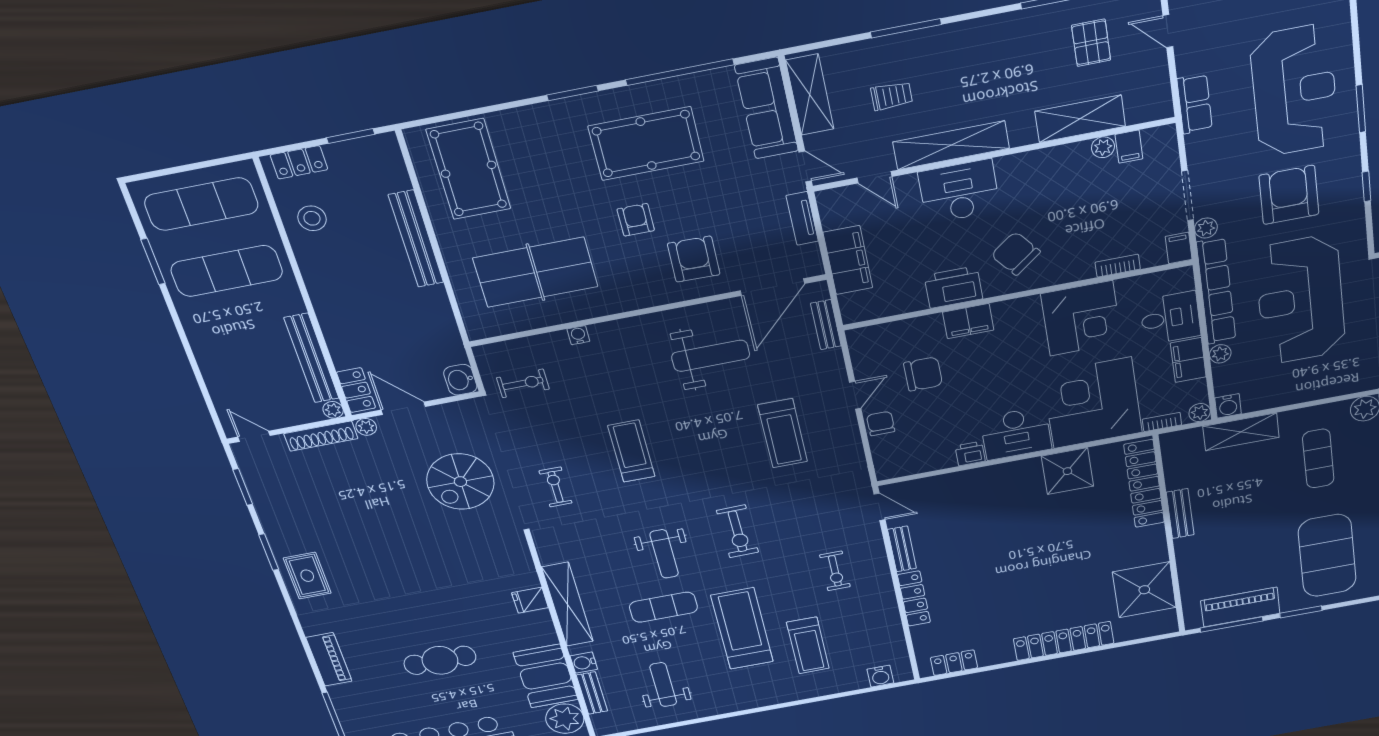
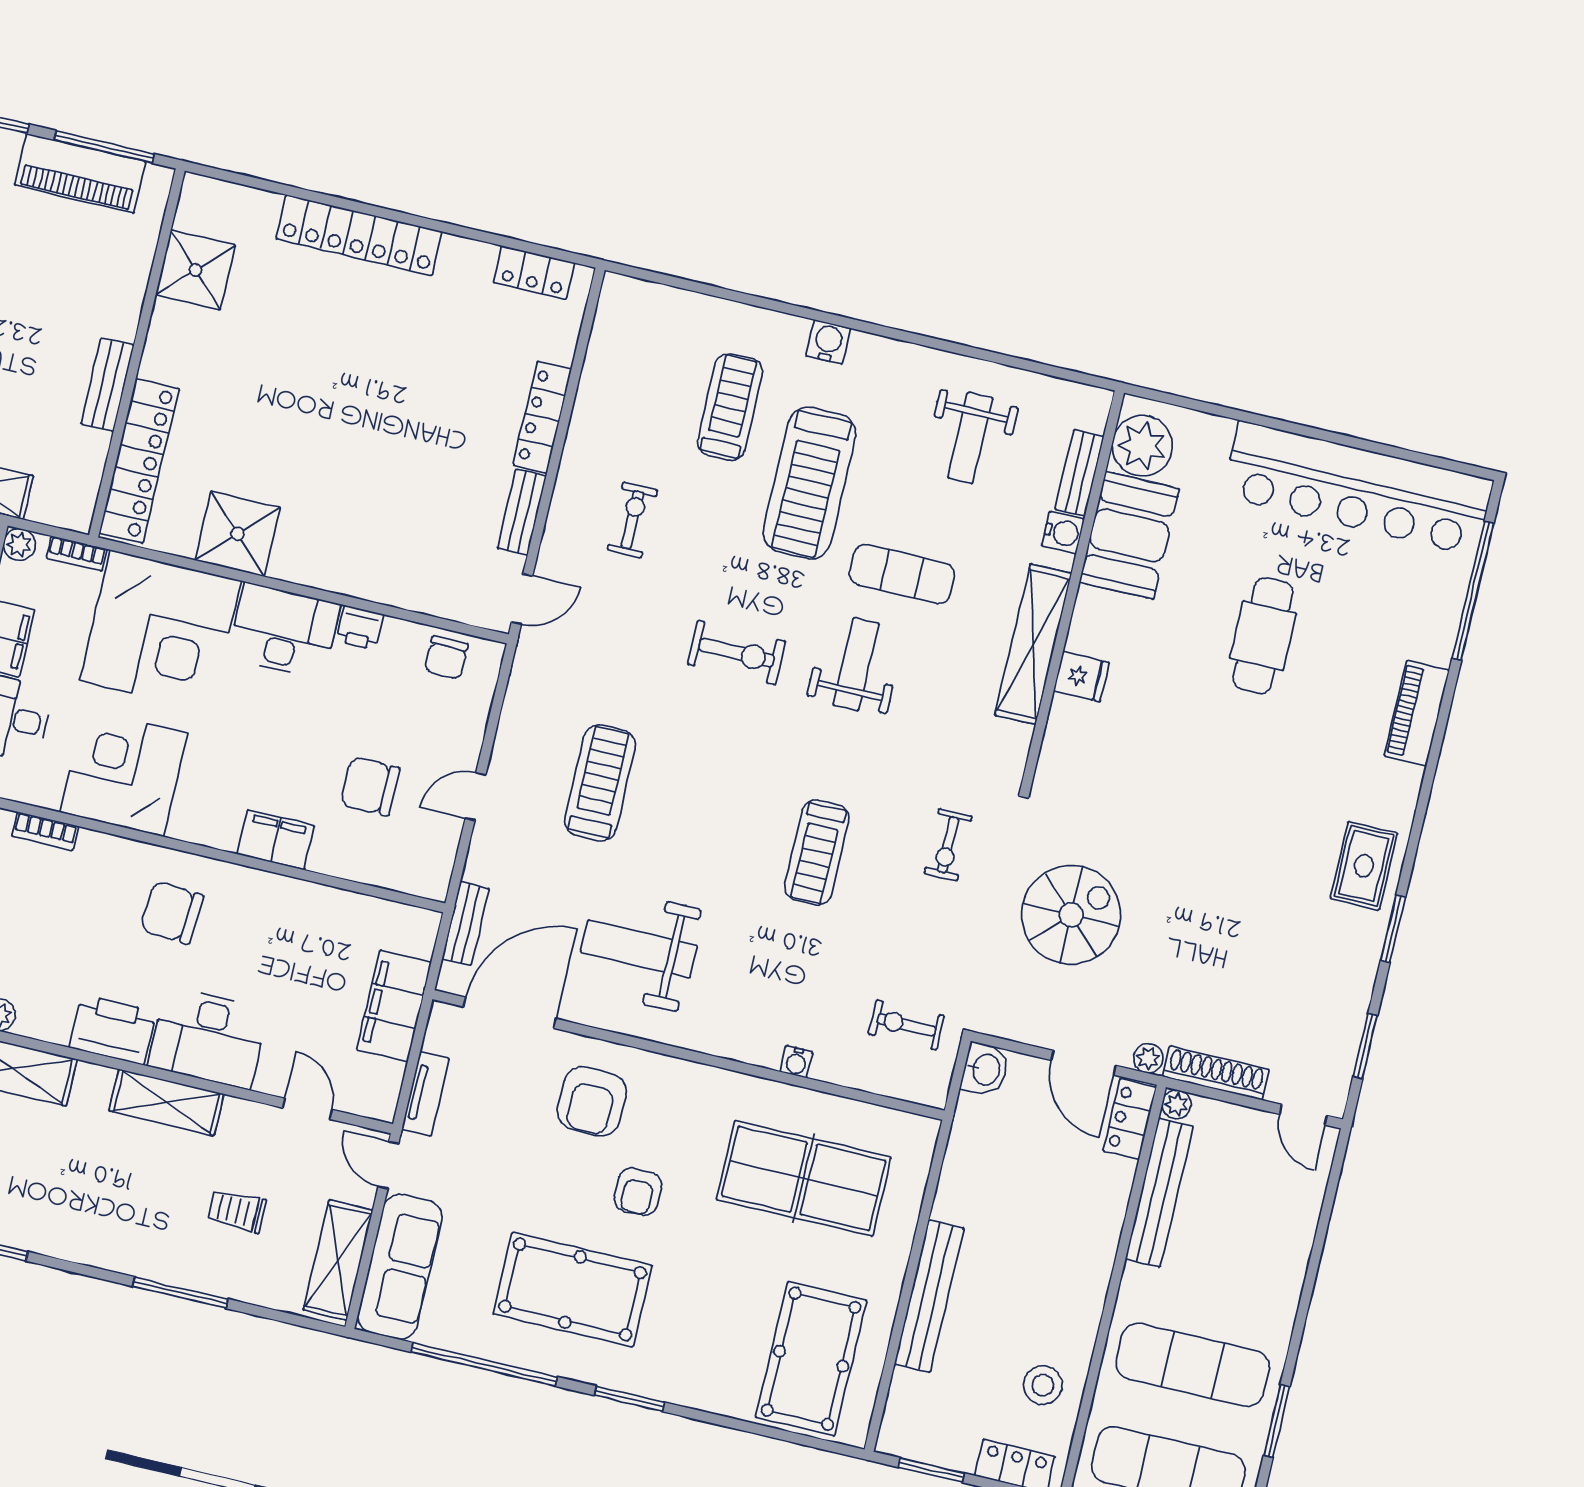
shelving: (951, 145) -> (167, 1102), width x0.68
chair: (1016, 254) -> (172, 913), turned 132
printer: (953, 287) -> (113, 1030), moved, turned 180
chair: (881, 423) -> (446, 658), moved
door: (879, 507) -> (522, 599), swing flipped
exercise bike: (738, 531) -> (737, 653), turned 91
shower: (1144, 590) -> (195, 270), width x0.73, depth x0.73
cafe table: (440, 660) -> (1263, 636), turned 90
water cooler: (880, 676) -> (828, 342), moved

